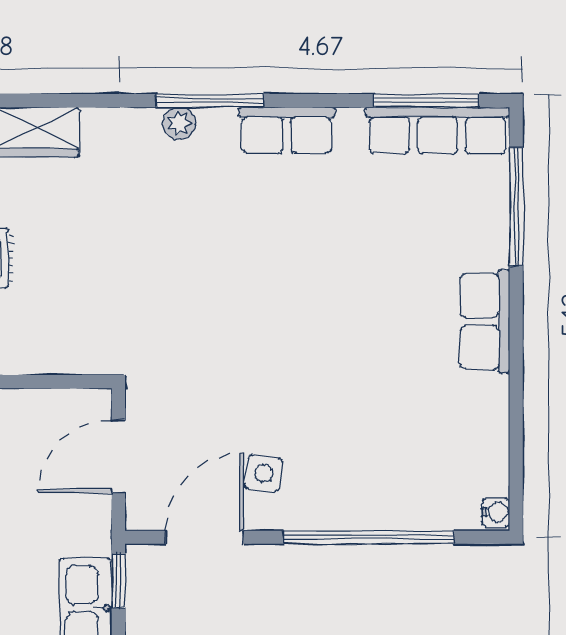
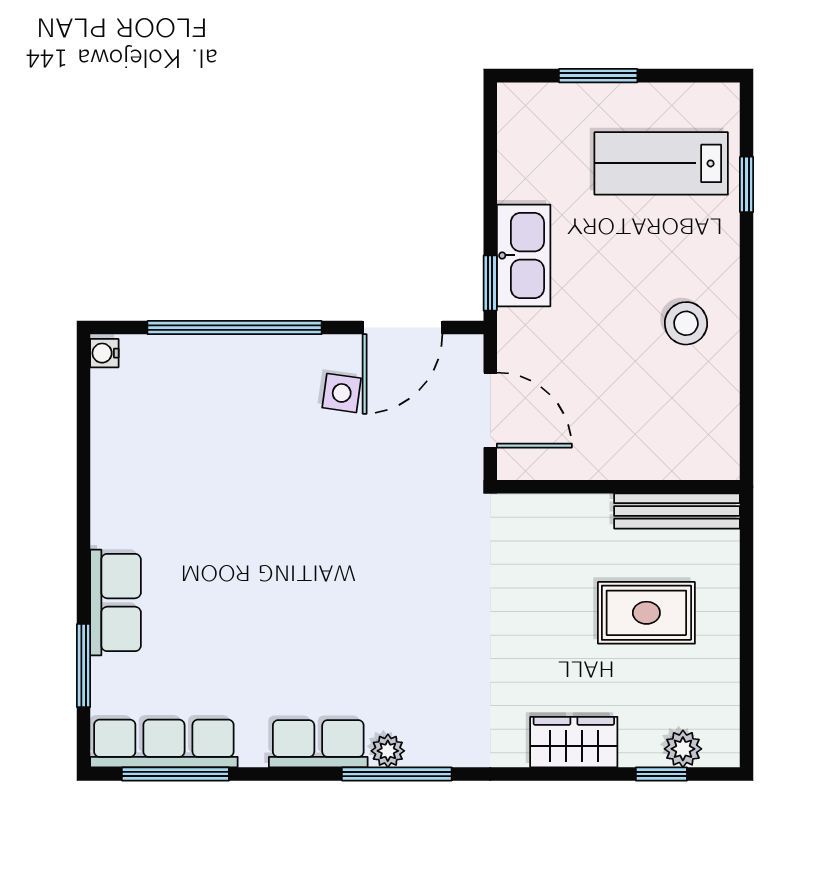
plant: (179, 123) -> (388, 751), moved
window: (516, 207) -> (84, 666), width x0.69
row of seats: (485, 322) -> (116, 603), moved
door: (118, 457) -> (490, 410), hinge flipped

